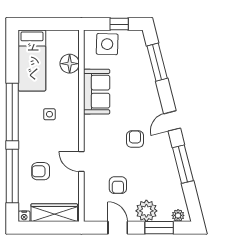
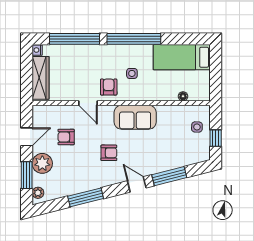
side table: (107, 44) -> (197, 127), width x0.54, depth x0.54
window: (157, 62) -> (169, 176), moved
floor lamp: (70, 64) -> (183, 96), width x0.53, depth x0.53
sofa: (97, 92) -> (135, 117), moved
door: (172, 121) -> (137, 184), moved
door: (81, 162) -> (88, 103), swing flipped
armchair: (41, 171) -> (109, 87), moved

